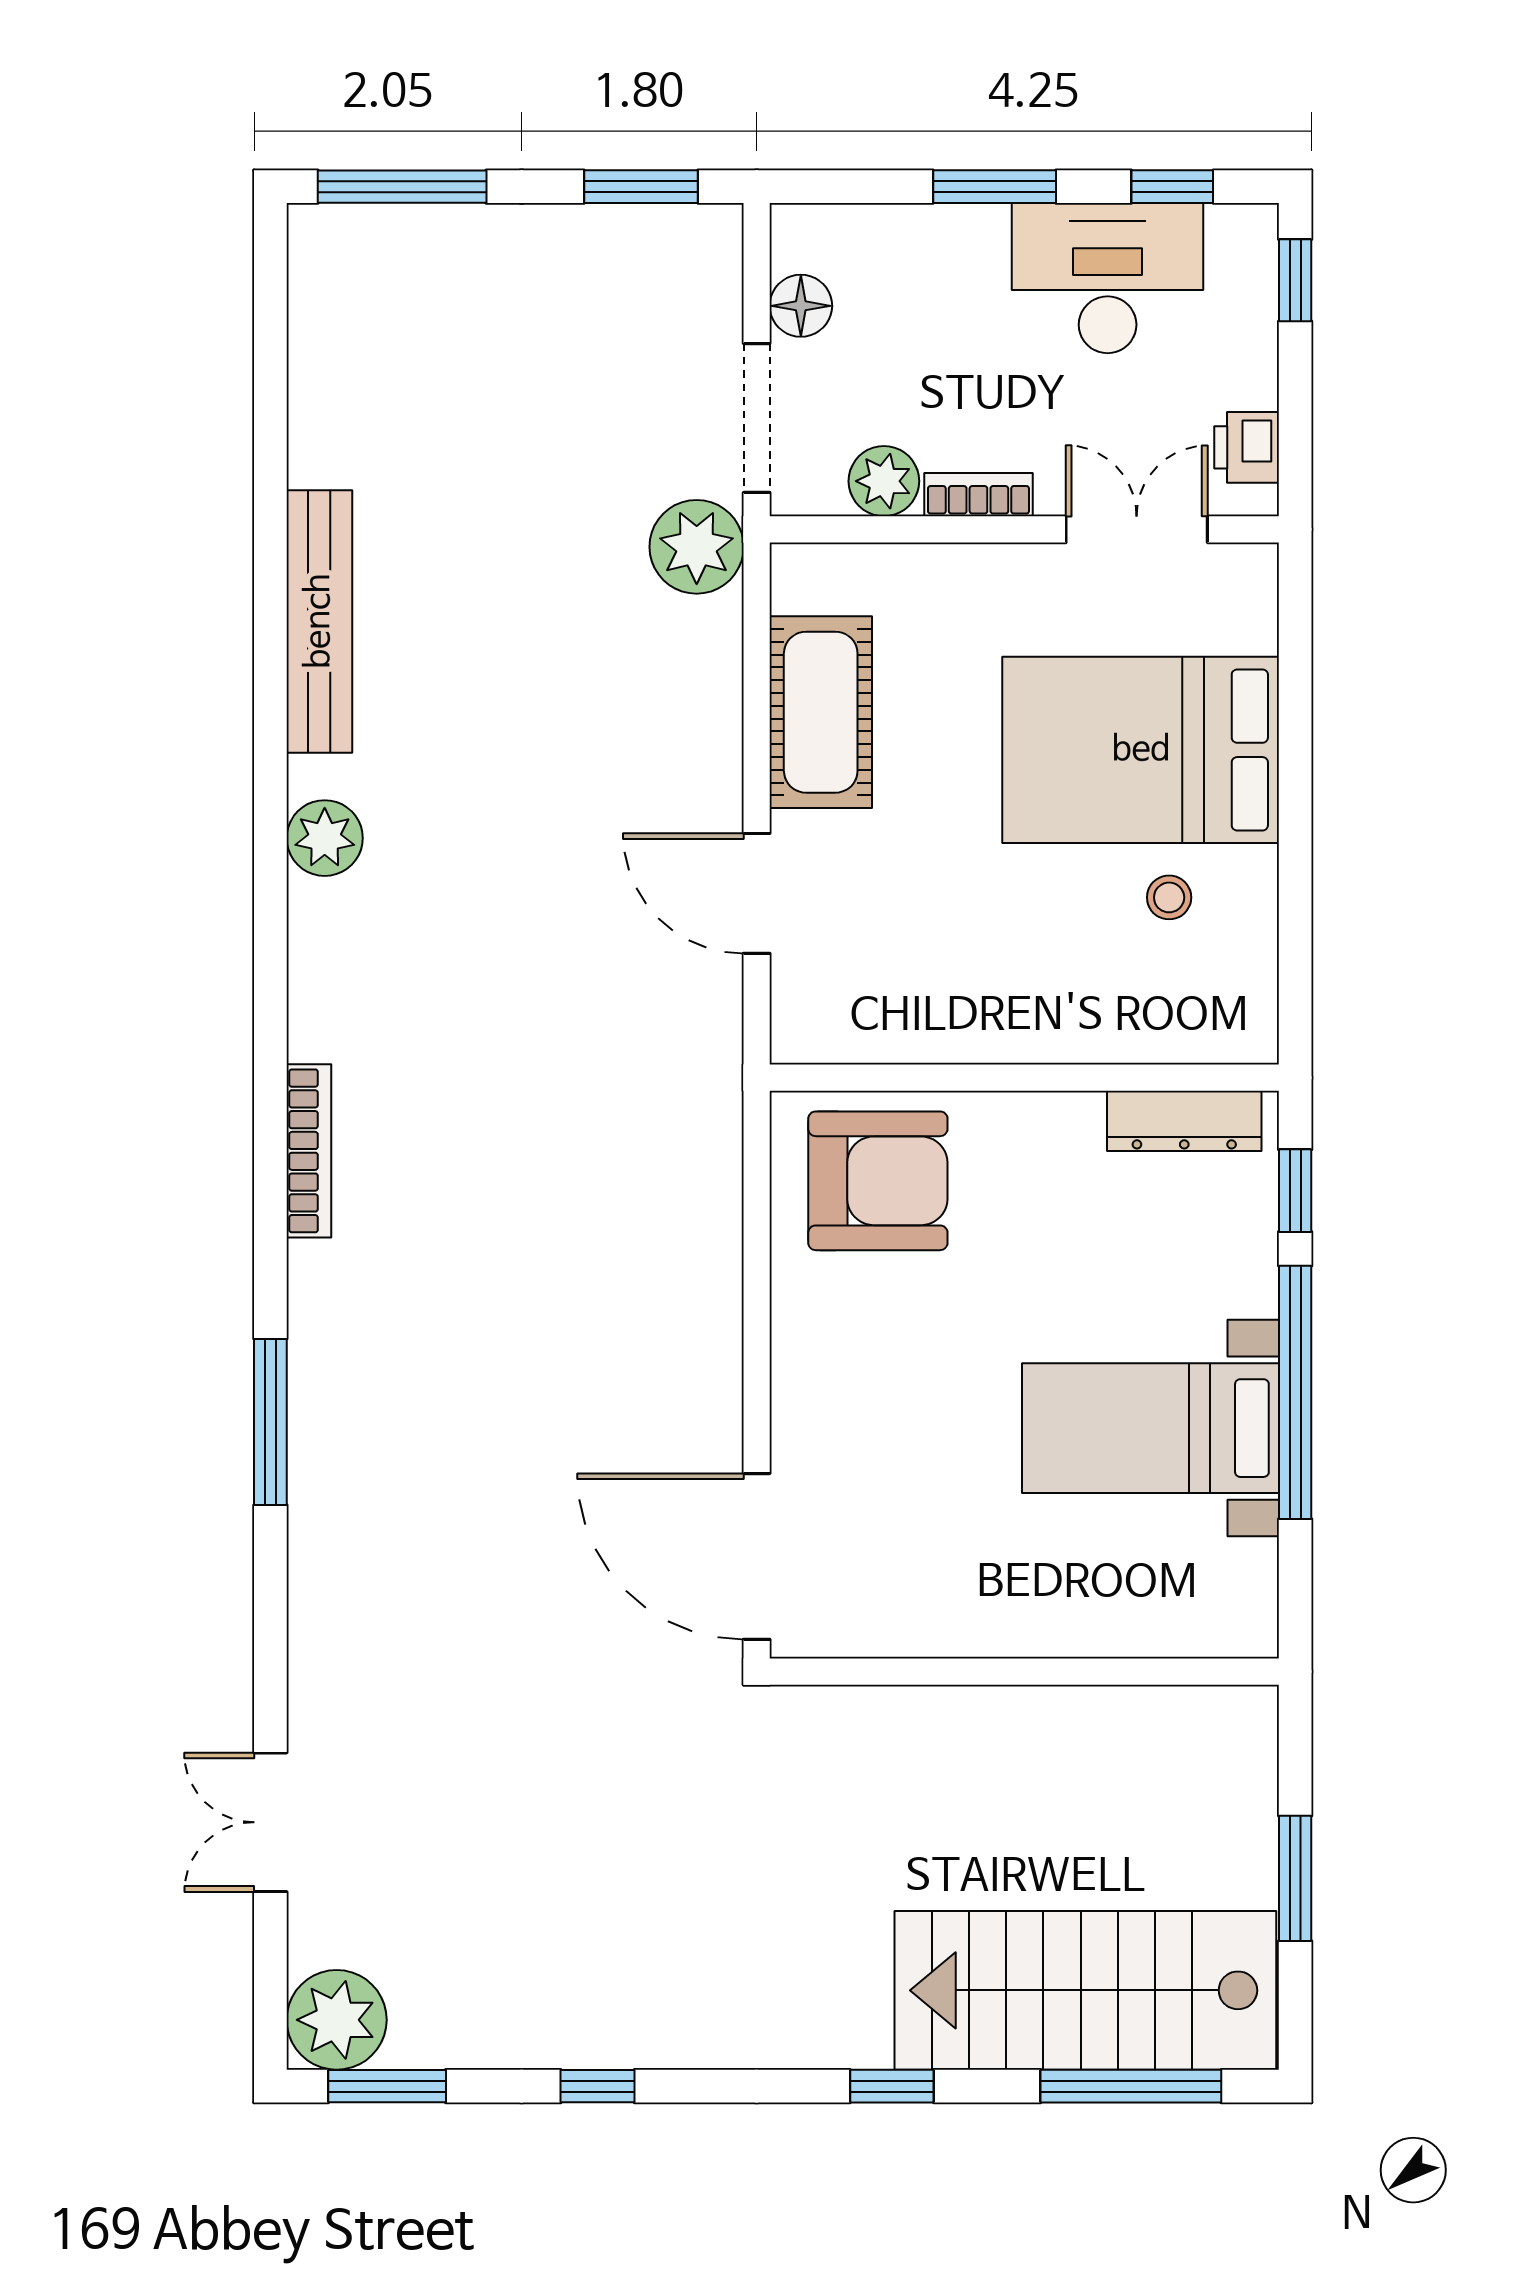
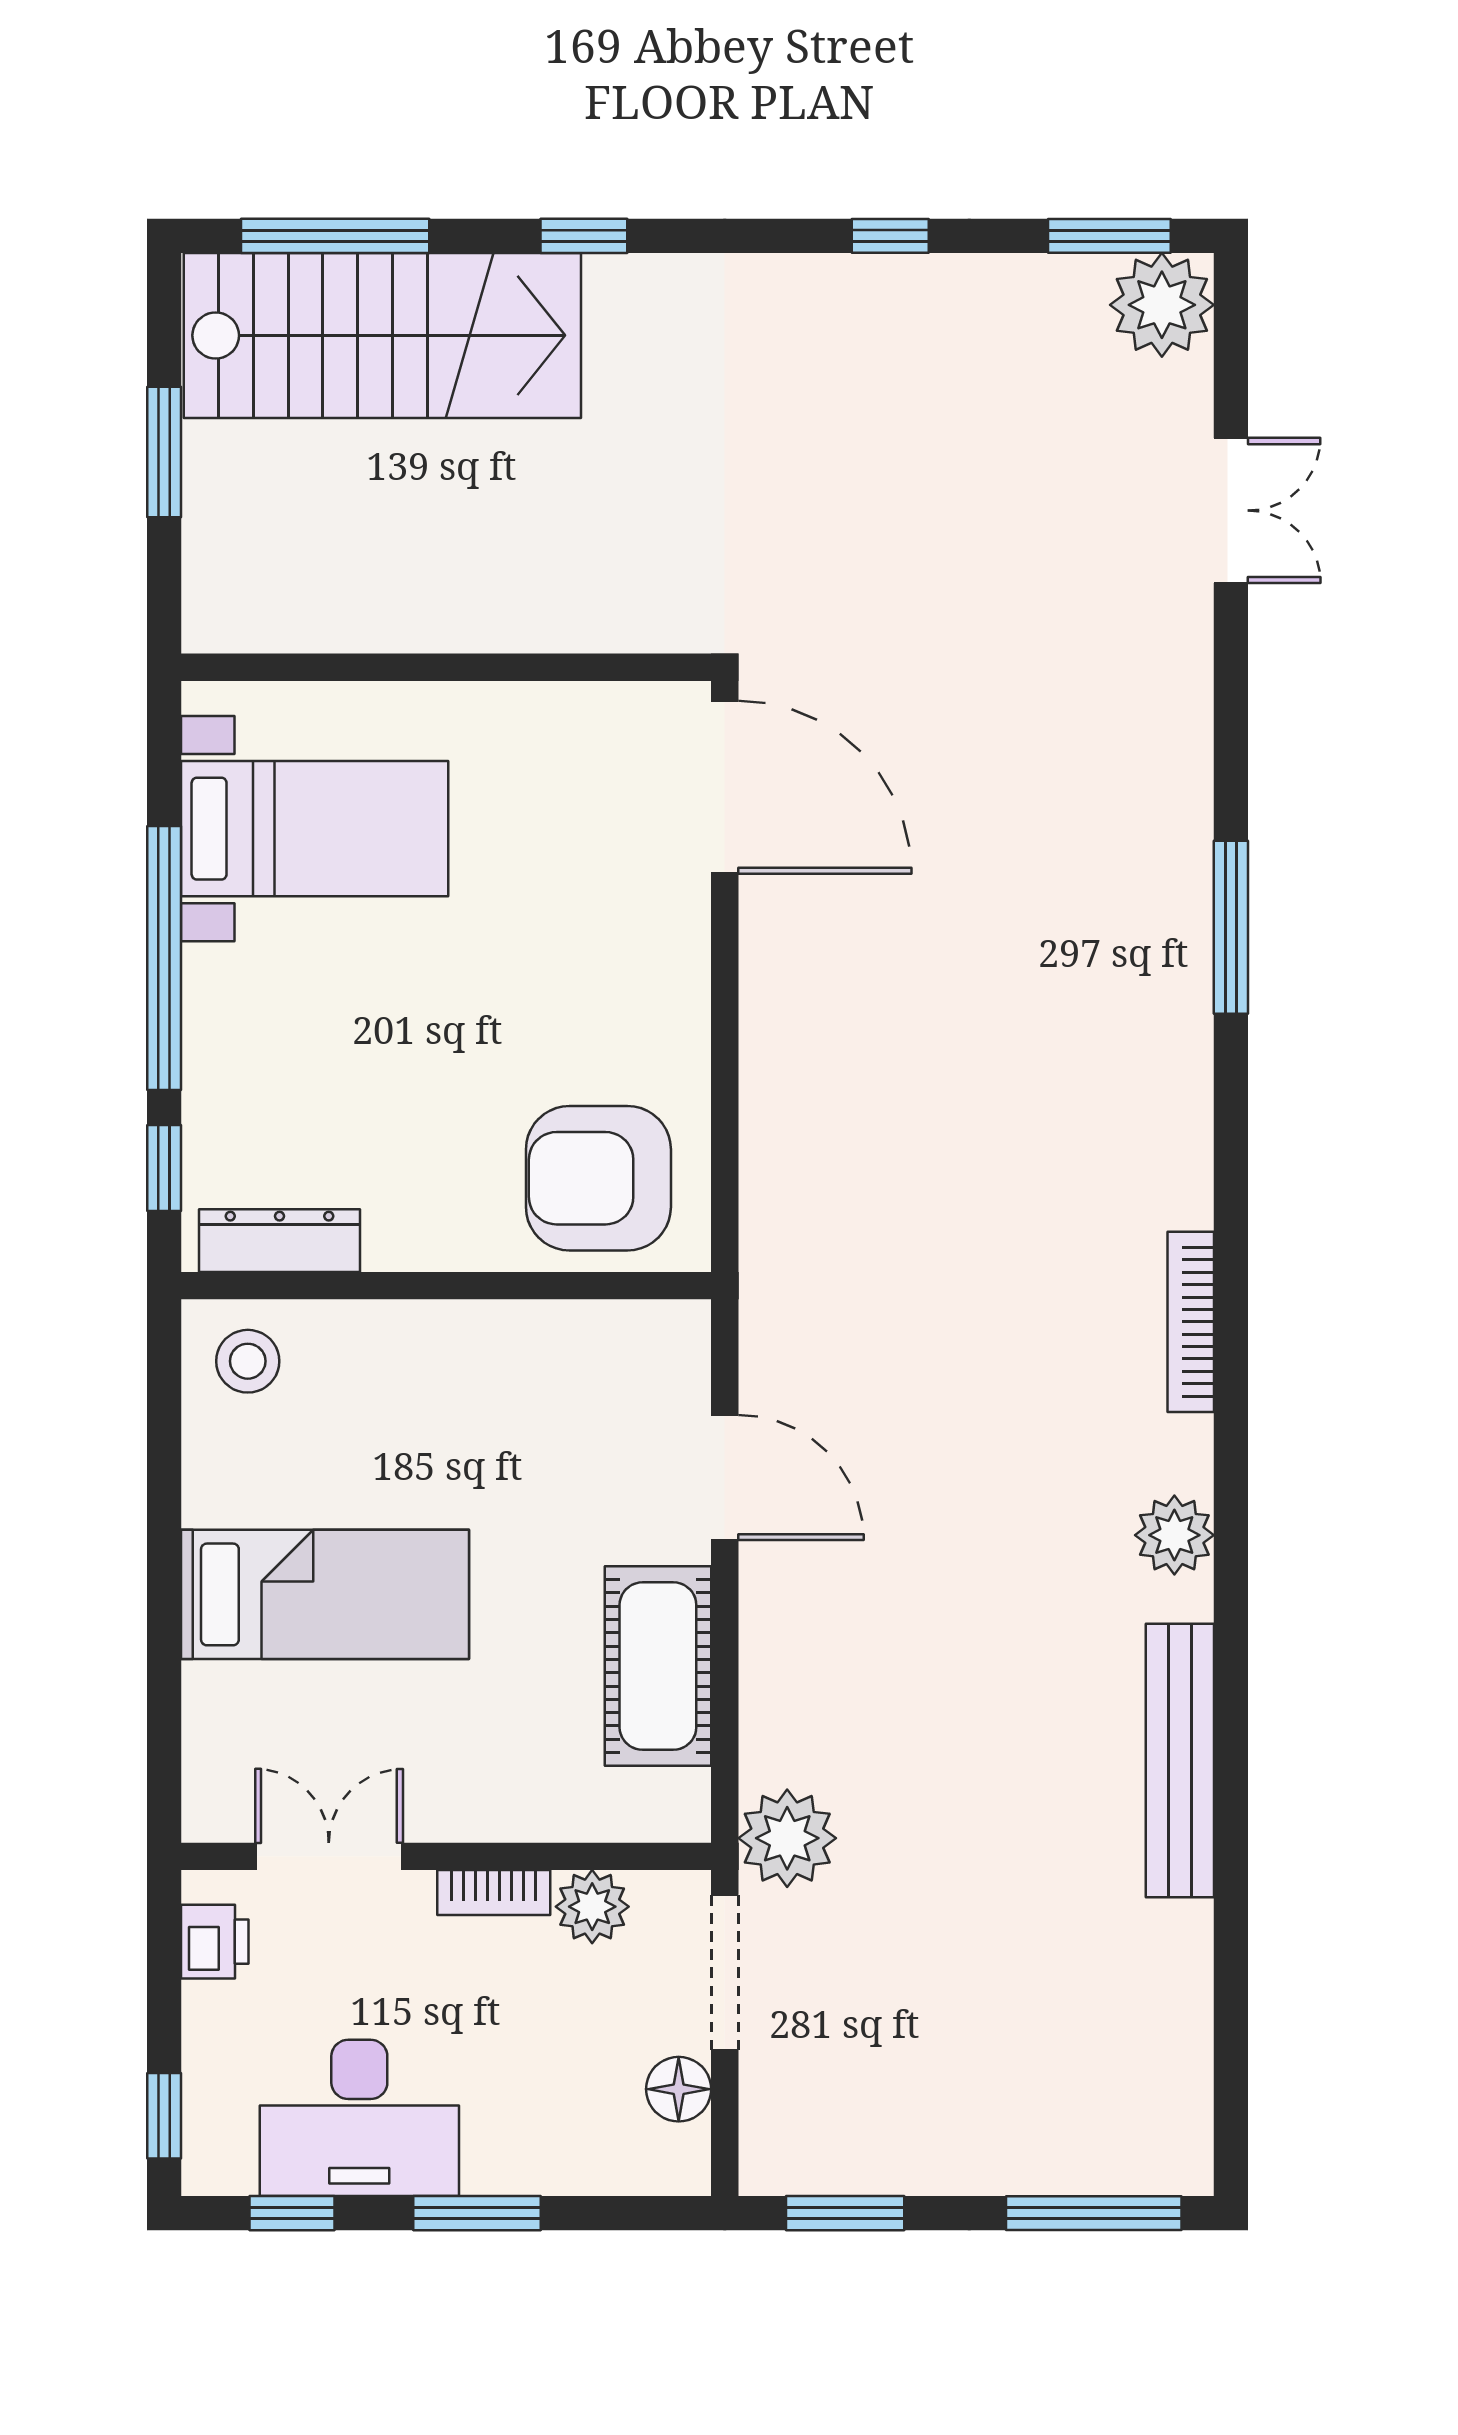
double door: (1137, 529) -> (329, 1856), swing flipped
bed: (1141, 750) -> (325, 1594), width x0.67
stool: (1169, 897) -> (248, 1361), moved, width x1.37, depth x1.37
bookcase: (309, 1151) -> (1191, 1322), moved
bed with nightstands: (1151, 1428) -> (315, 829), moved

